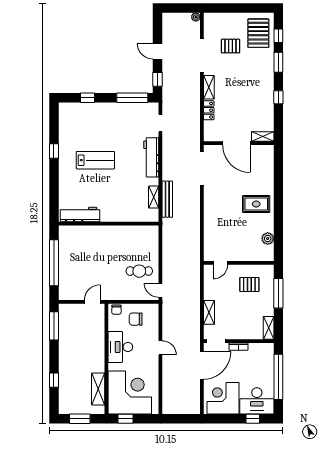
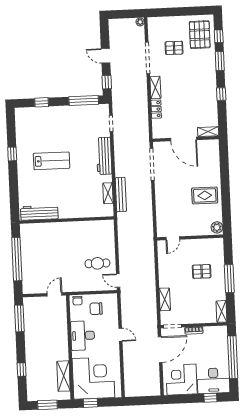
door: (220, 263) -> (173, 238), moved
wall: (239, 263) -> (190, 237), moved

